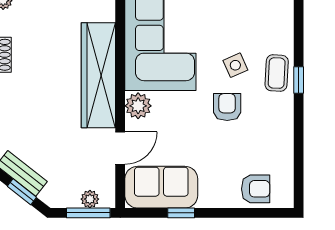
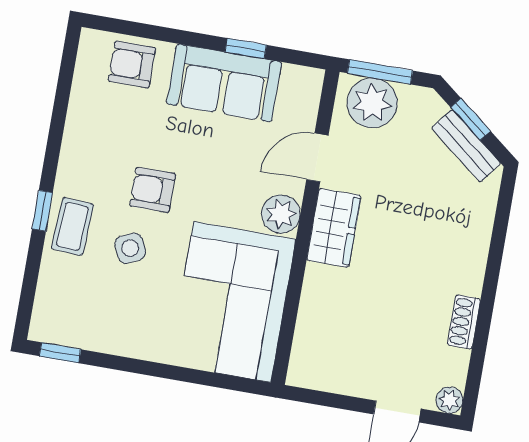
wardrobe: (98, 75) -> (334, 228), width x0.48, depth x0.85
armchair: (227, 107) -> (153, 190), turned 90
sofa: (161, 187) -> (224, 83), moved
plant: (90, 199) -> (372, 103), width x1.88, depth x1.88

